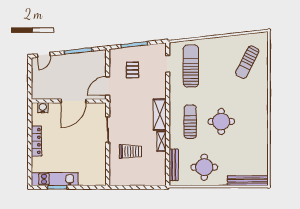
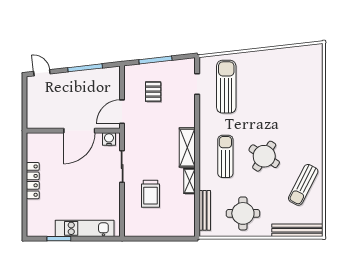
door: (44, 55) -> (42, 73), swing flipped
sun lounger: (247, 62) -> (303, 185), moved
water cooler: (43, 108) -> (109, 139), moved
round table: (221, 121) -> (264, 156), turned 33
trolley: (130, 151) -> (150, 194), turned 90
kitchen unit: (55, 179) -> (85, 228), moved

